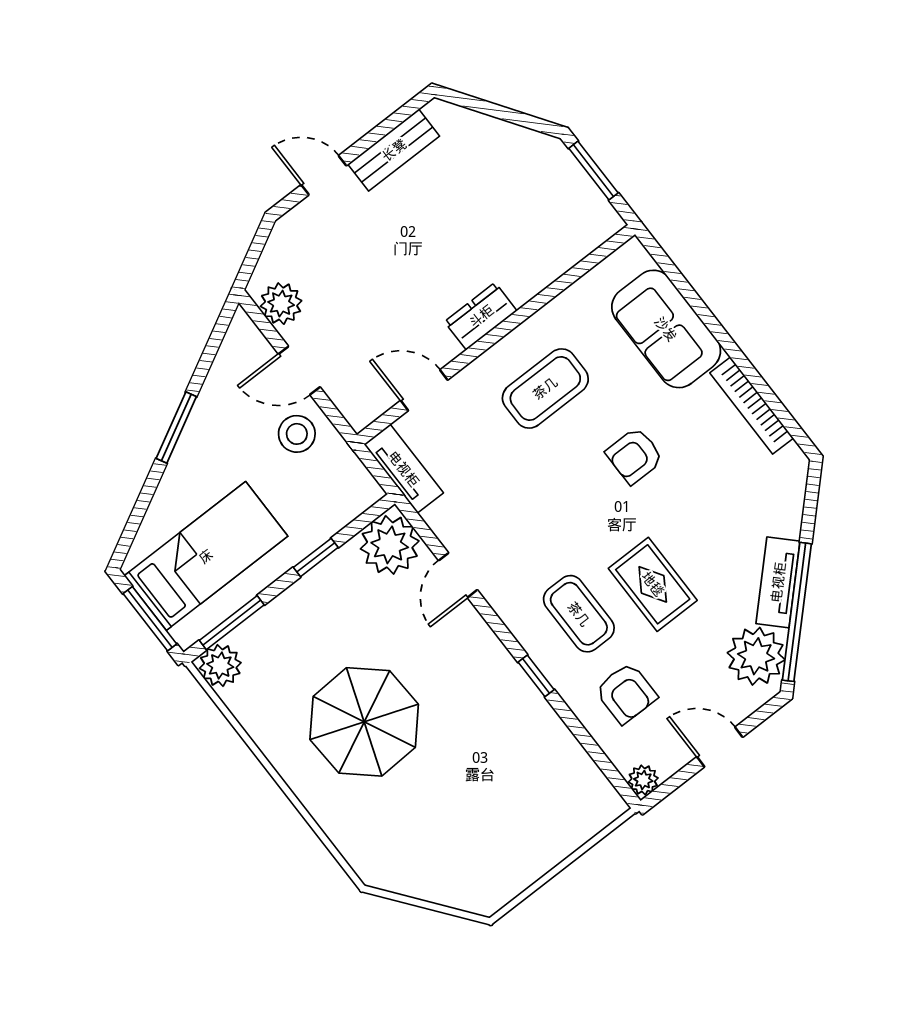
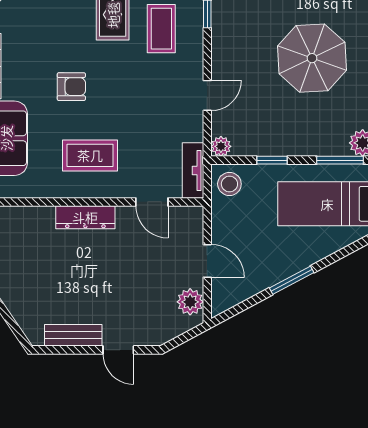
dresser: (481, 316) -> (85, 217), width x1.44
stool: (297, 434) -> (229, 184), moved
plant: (390, 545) -> (221, 146), width x0.53, depth x0.53

